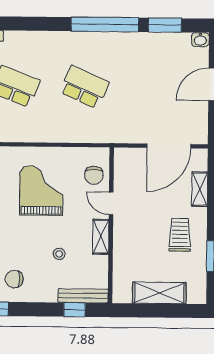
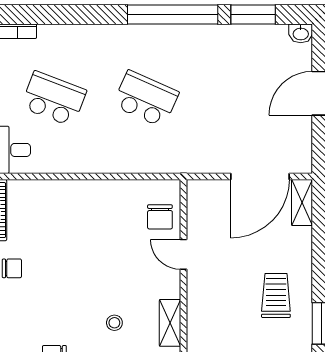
shelving: (200, 189) -> (302, 202), moved
grand piano: (41, 190) -> (90, 238), removed
shelving: (101, 237) -> (170, 323), moved

